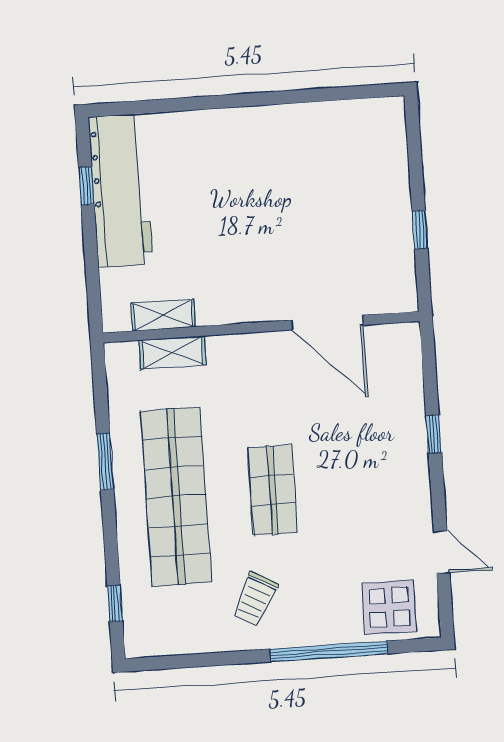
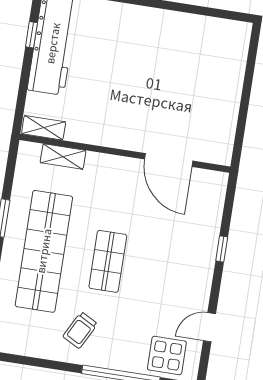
window: (420, 230) -> (243, 113), removed
shelving: (163, 315) -> (44, 128), moved
door: (442, 552) -> (209, 327), swing flipped

